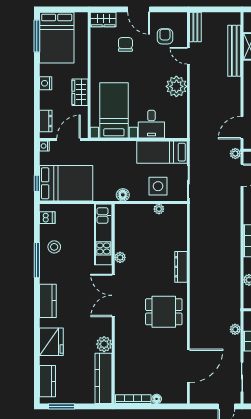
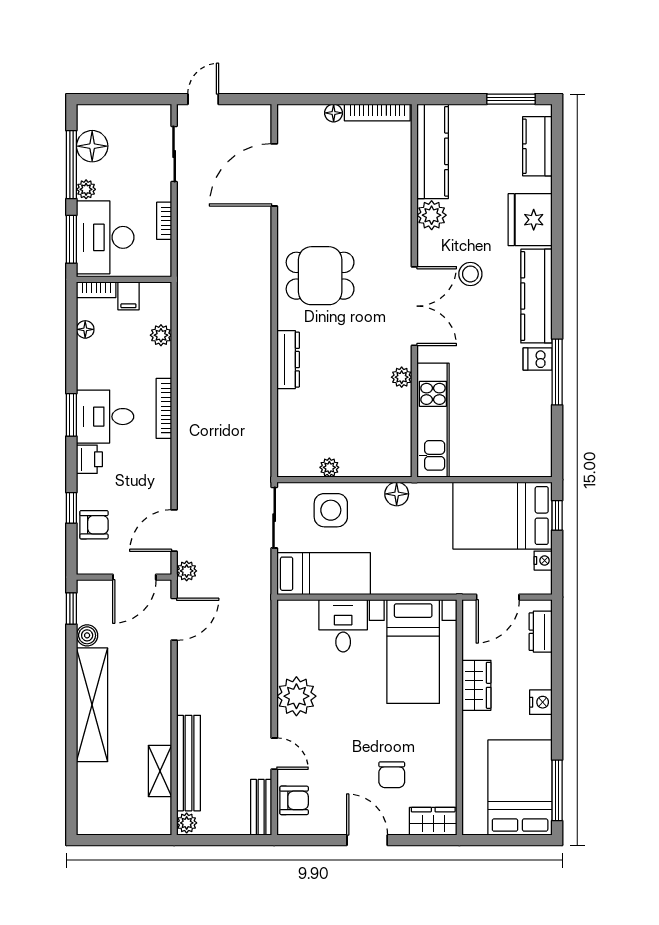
armchair: (165, 36) -> (294, 800), moved, turned -90
nightstand: (44, 146) -> (543, 561), moved
dishwasher: (47, 218) -> (538, 359), moved
stool: (54, 247) -> (470, 274), moved
kitchen counter: (48, 301) -> (536, 296), width x1.50
plant: (235, 329) -> (187, 823), moved

